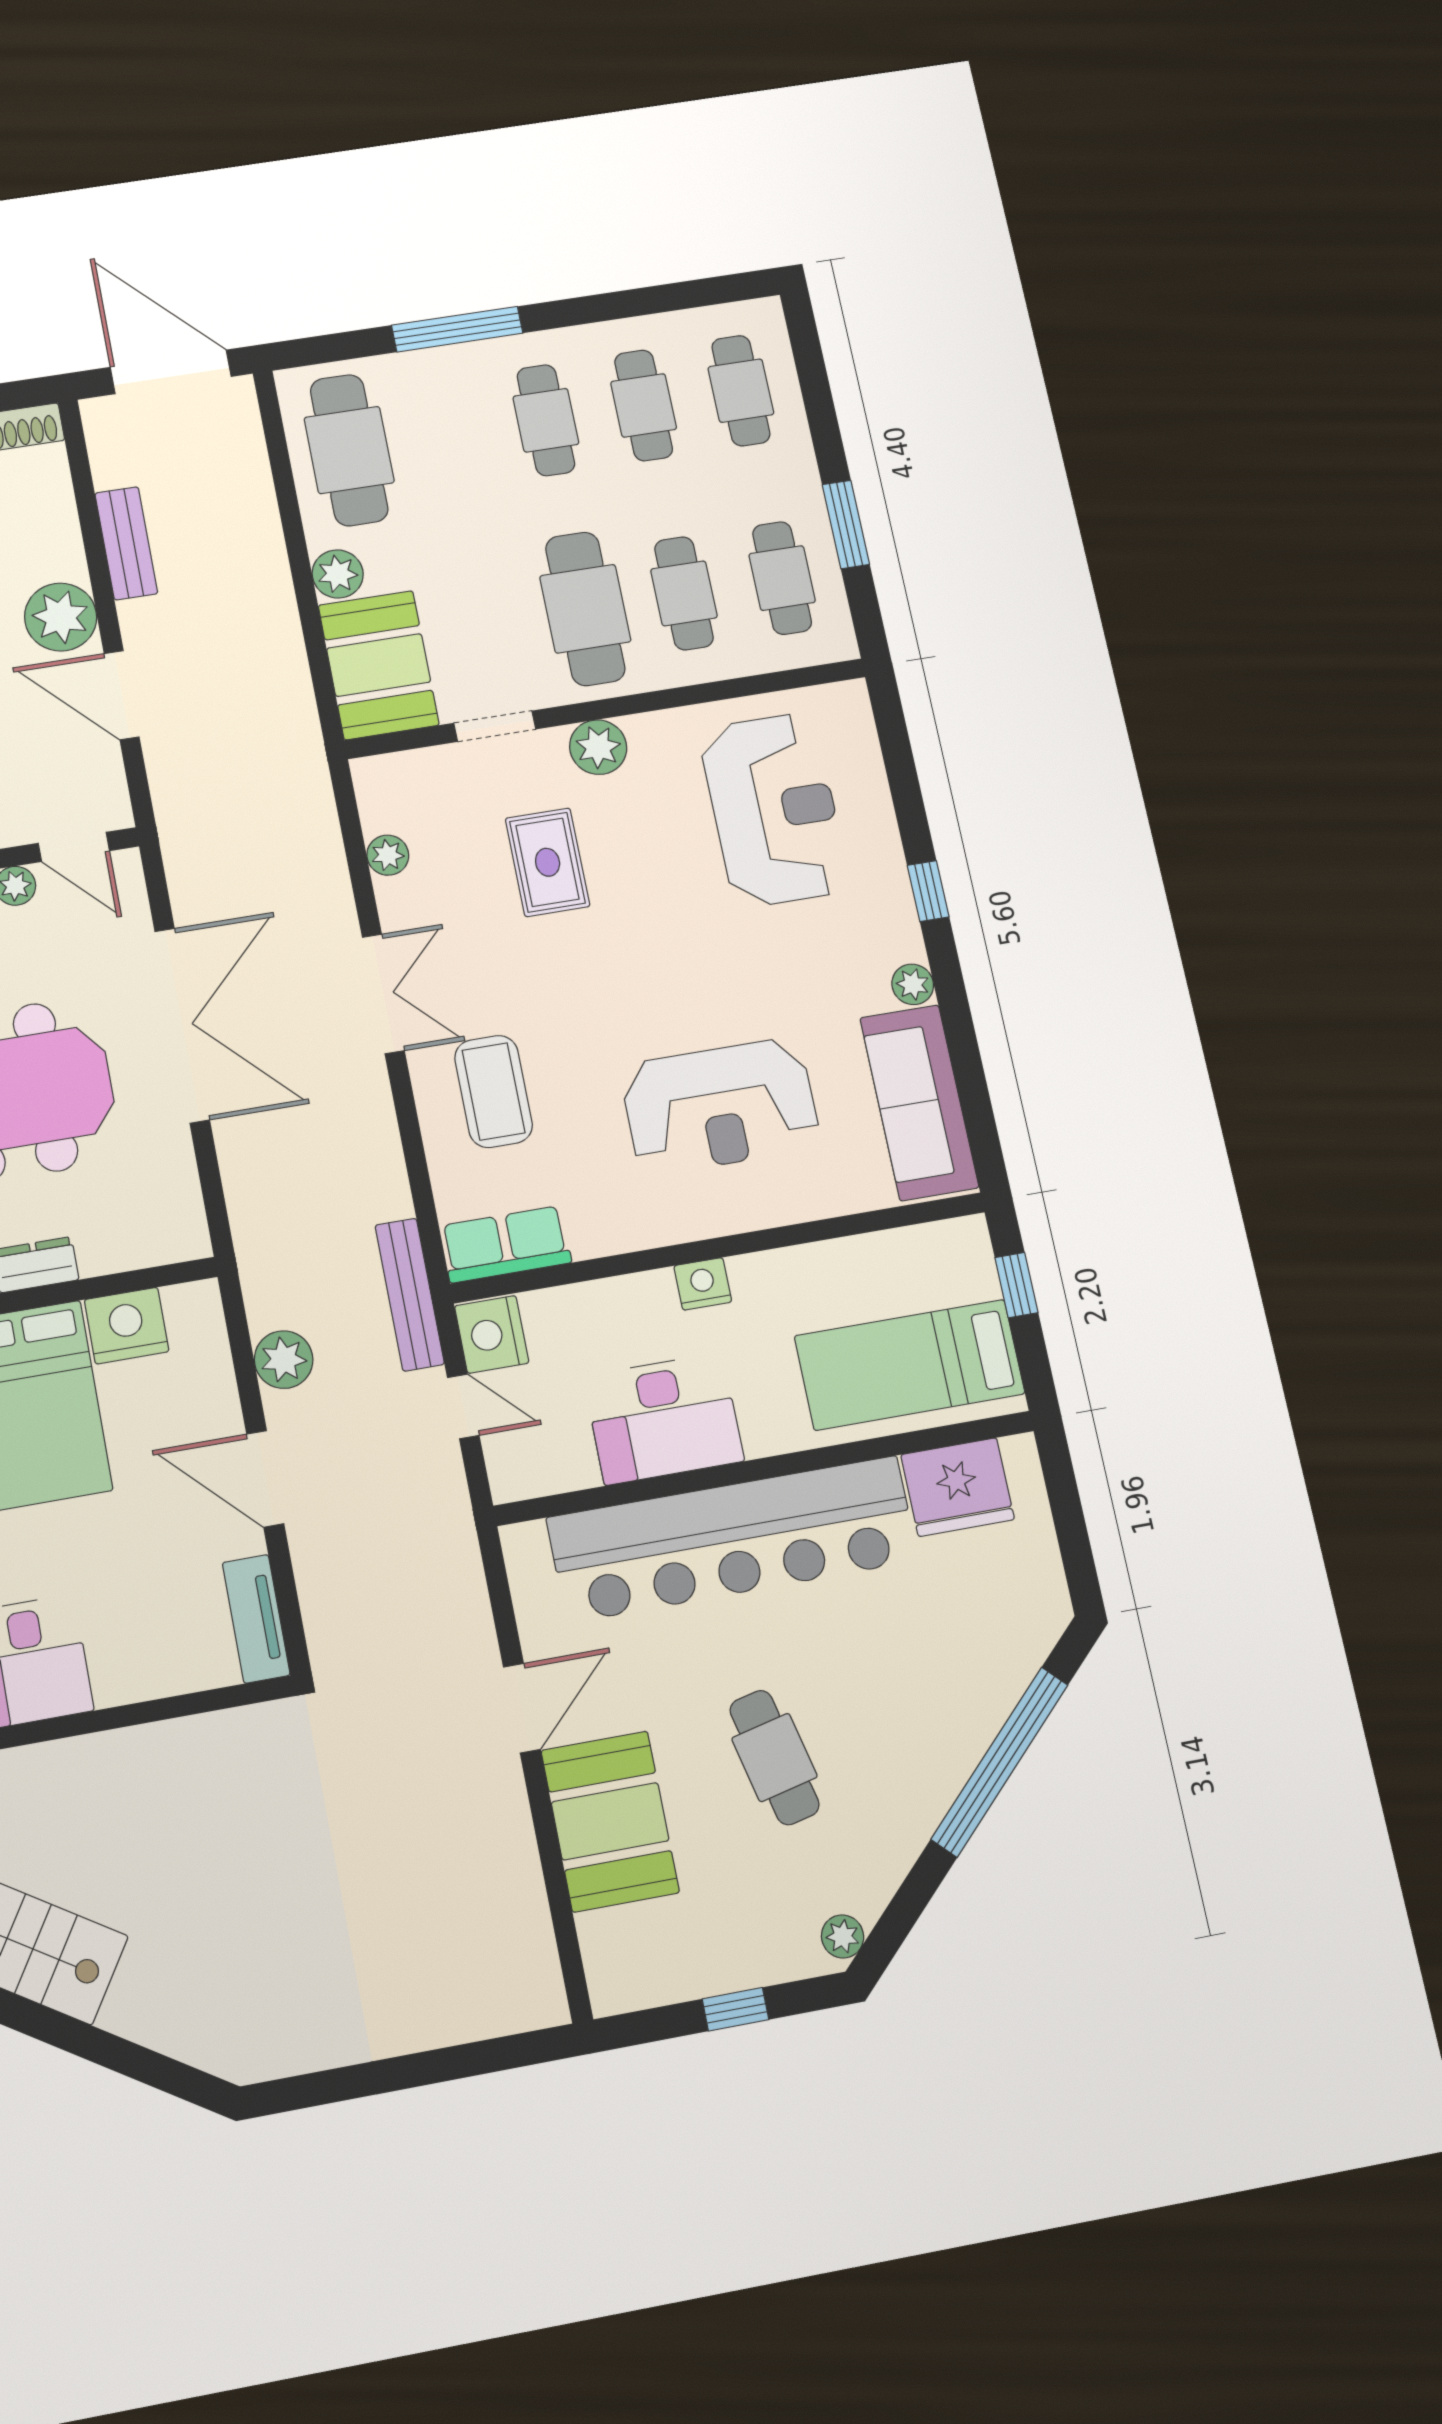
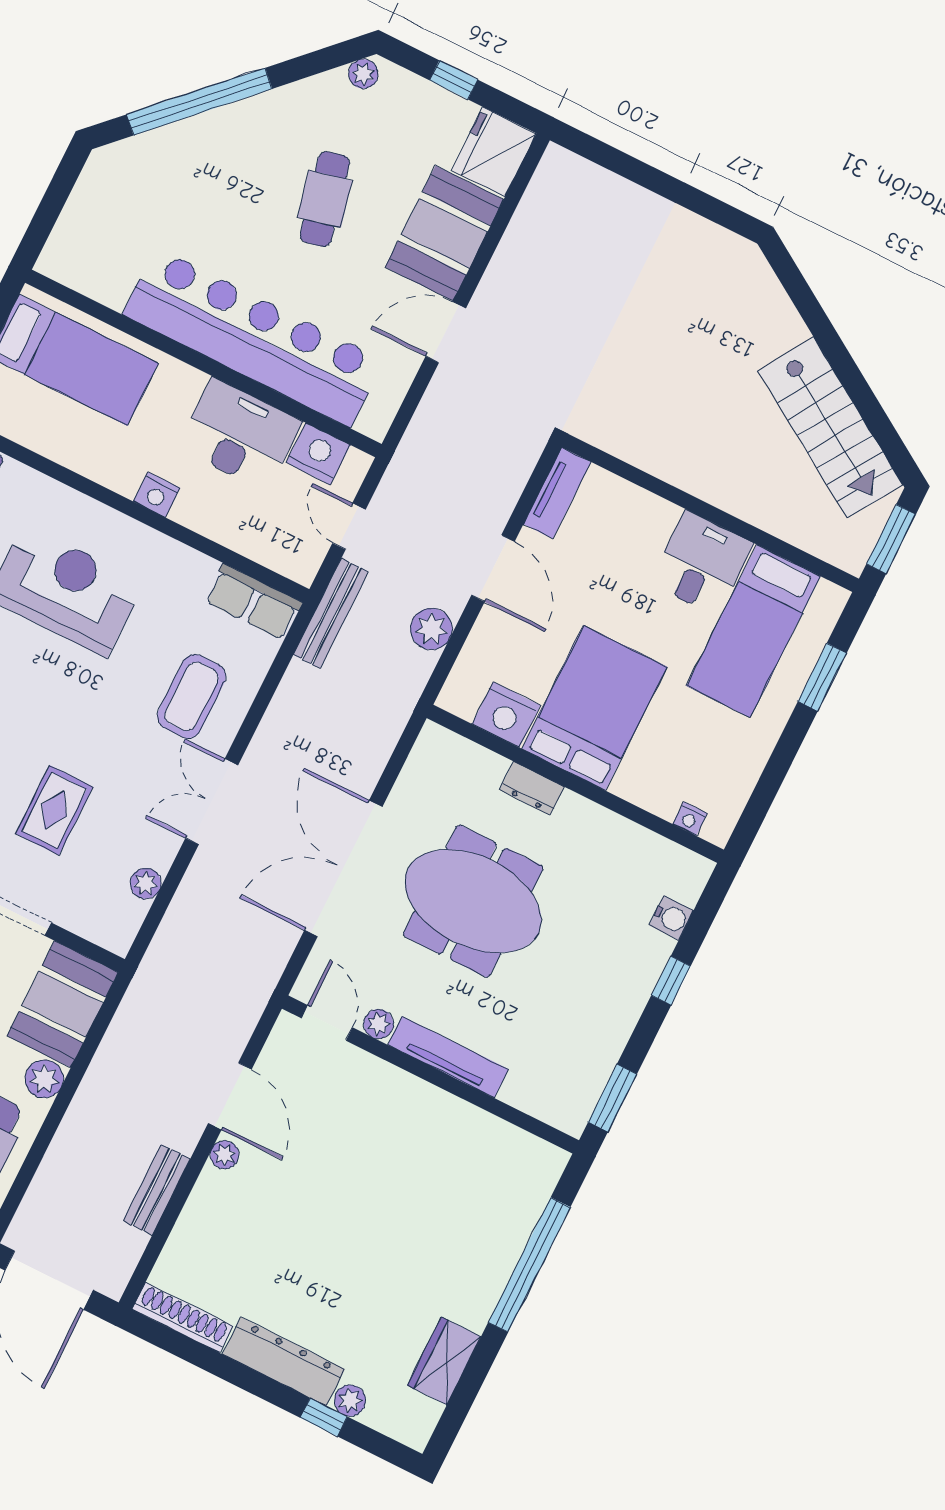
plant: (61, 617) -> (225, 1155), width x0.53, depth x0.53
nightstand: (492, 1334) -> (318, 454), moved, turned -90
fridge: (958, 1487) -> (494, 152), moved, turned -90

